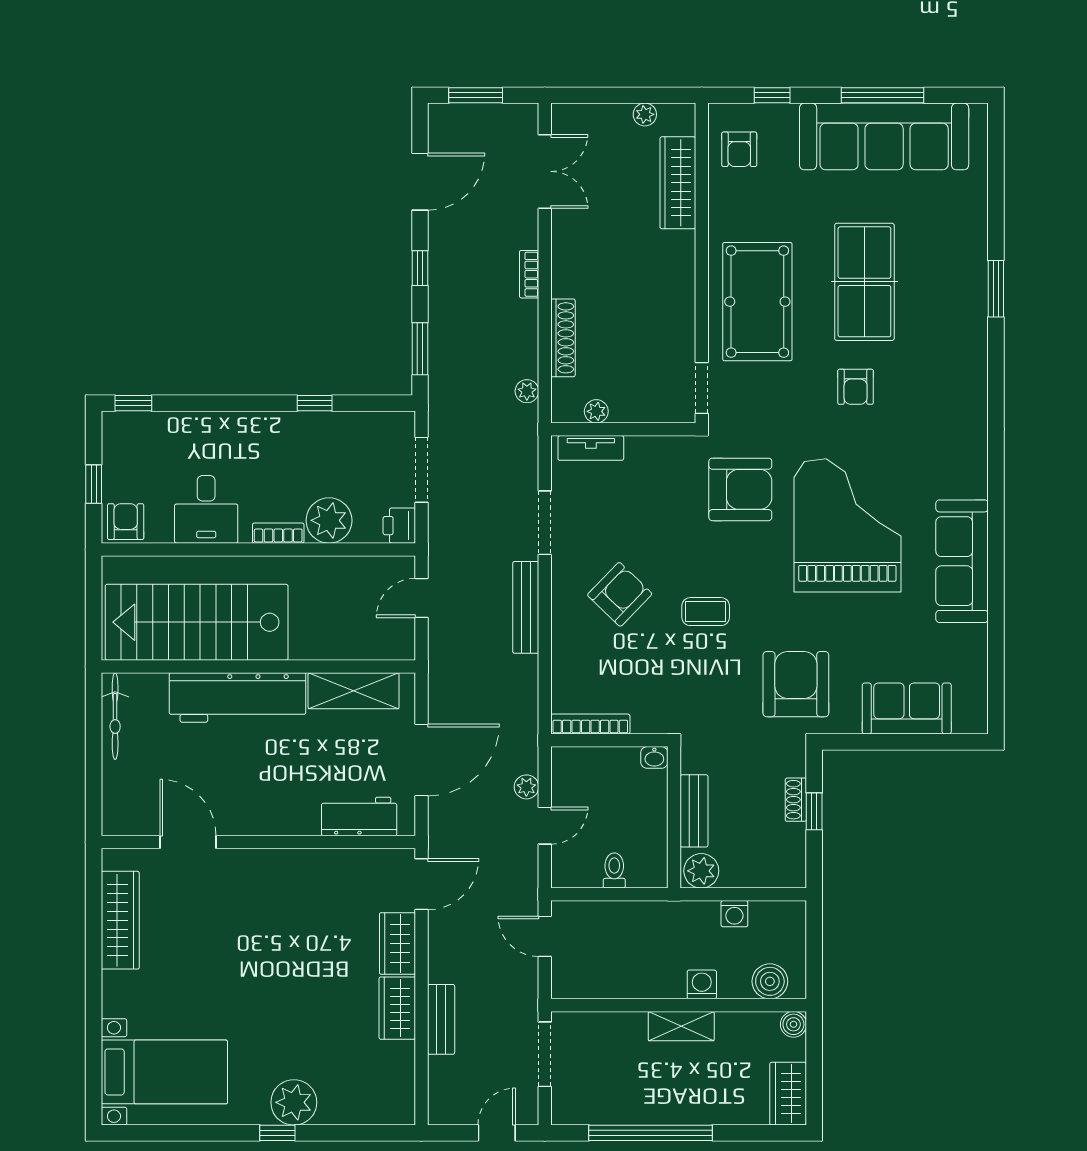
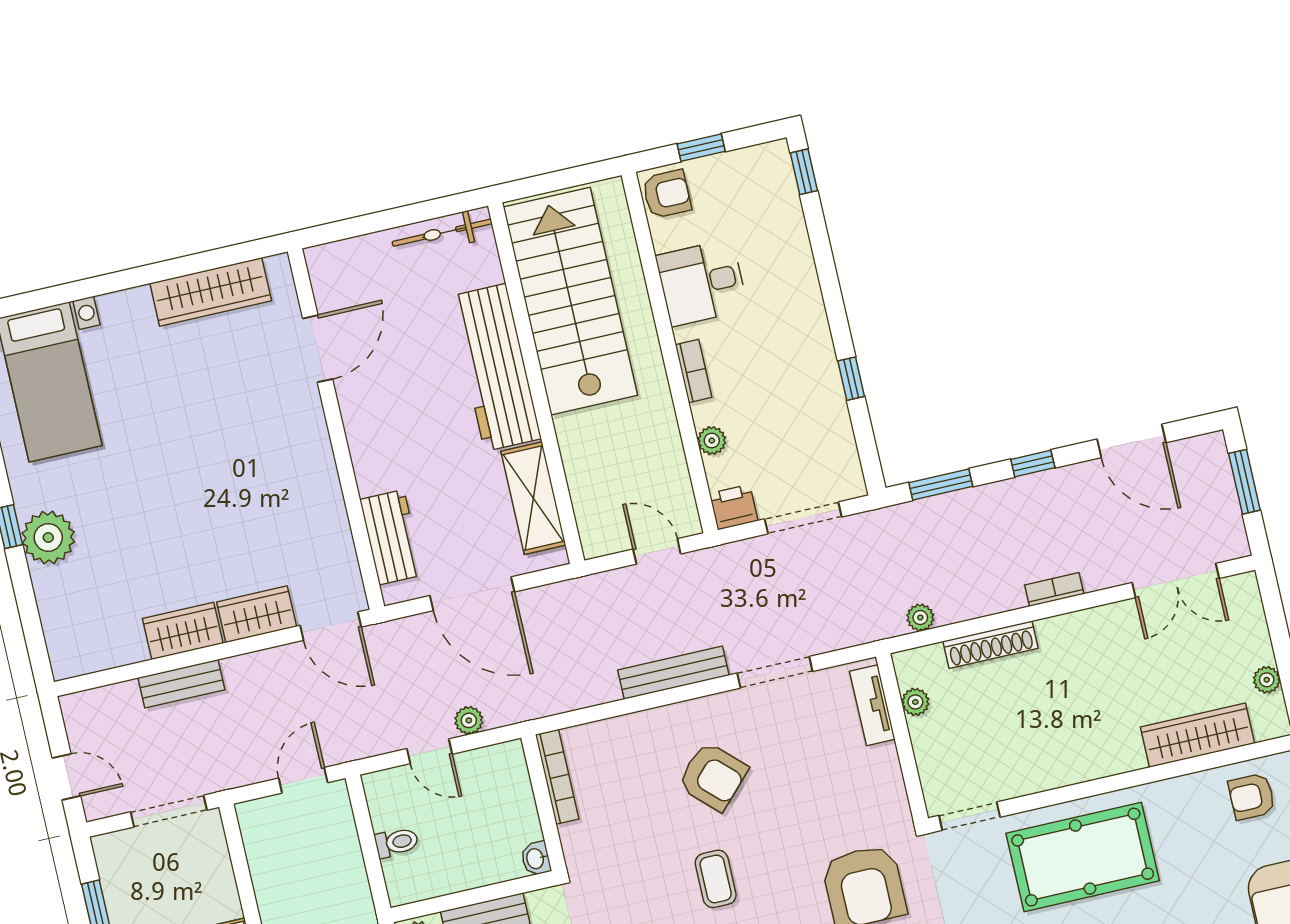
plant: (329, 520) -> (712, 441), width x0.53, depth x0.53

